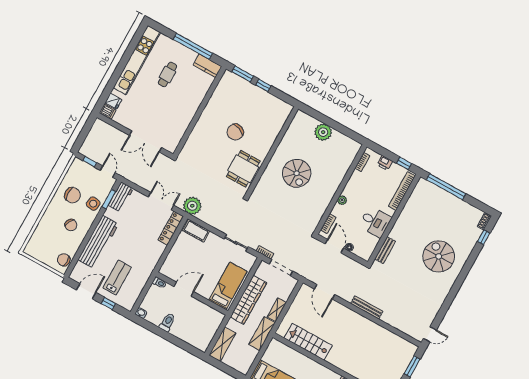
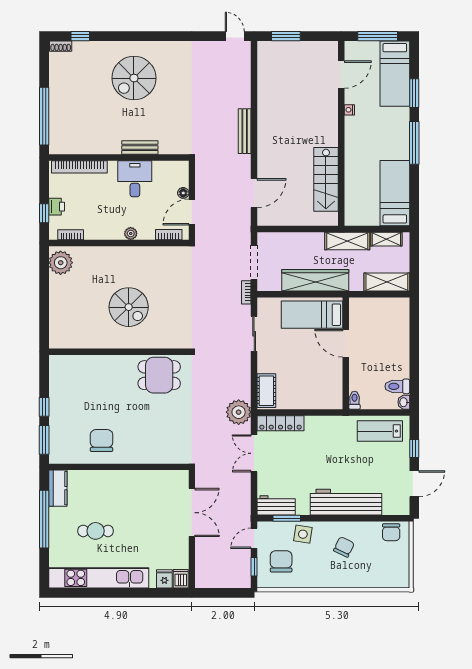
chair: (235, 132) -> (102, 441), moved, turned -111
plant: (323, 132) -> (61, 263), moved
window: (404, 163) -> (44, 213), moved
spiral stairs: (297, 173) -> (129, 307), turned 90
chair: (72, 195) -> (281, 561), moved
bench: (385, 250) -> (140, 147), moved
lab bench: (117, 277) -> (380, 431), moved
door: (184, 289) -> (346, 343), moved
door: (86, 291) -> (414, 484), swing flipped
shelving: (277, 310) -> (386, 239), moved
toilet: (167, 322) -> (397, 386), moved

